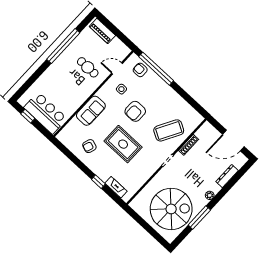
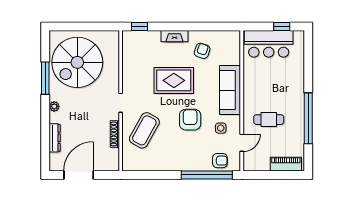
sofa: (91, 111) -> (230, 90), width x1.36
window: (98, 182) -> (139, 26), moved
fireplace: (116, 187) -> (175, 36), moved

